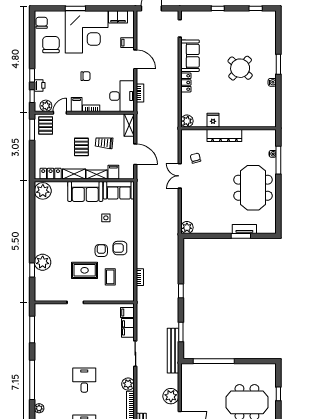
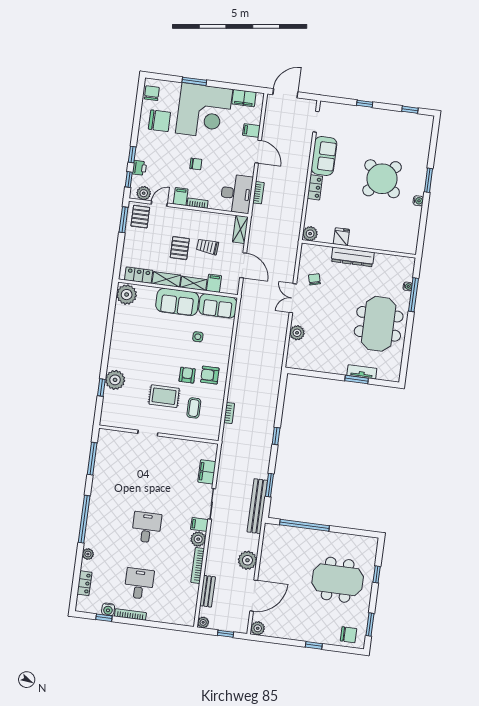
chair: (51, 45) -> (159, 121), turned 90
round table: (240, 68) -> (382, 179), width x1.36, depth x1.36
plant: (187, 227) -> (297, 333), moved
filing cabinet: (127, 312) -> (199, 524), moved

